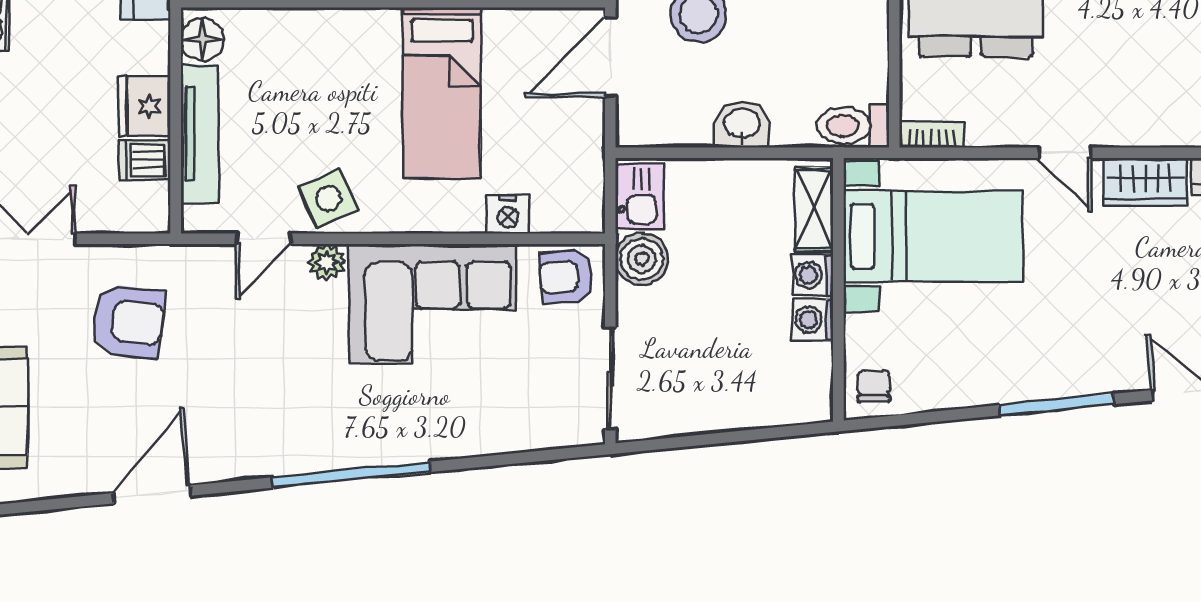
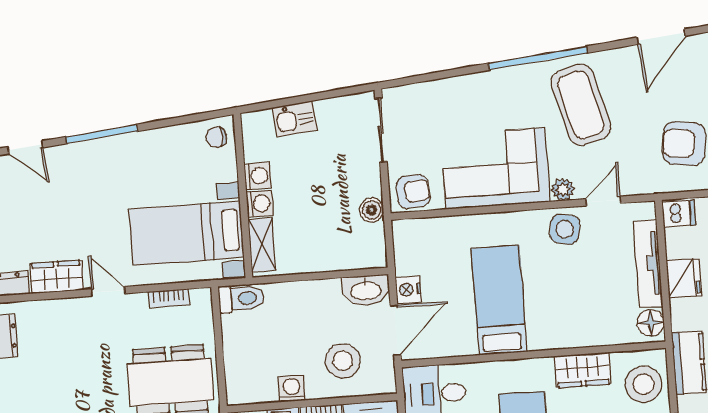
washbasin: (742, 124) -> (366, 290), moved, width x1.38
bookcase: (932, 135) -> (169, 298), moved
dishwasher: (145, 160) -> (679, 213), moved
kitchen sink: (639, 196) -> (295, 119), moved, turned -96
side table: (328, 198) -> (565, 229), turned 35
nightstand: (508, 214) -> (408, 290), moved, turned -90
boiler: (642, 259) -> (372, 210), width x0.73, depth x0.73
chair: (874, 386) -> (216, 137), turned 90
coffee table: (288, 395) -> (581, 105), added

